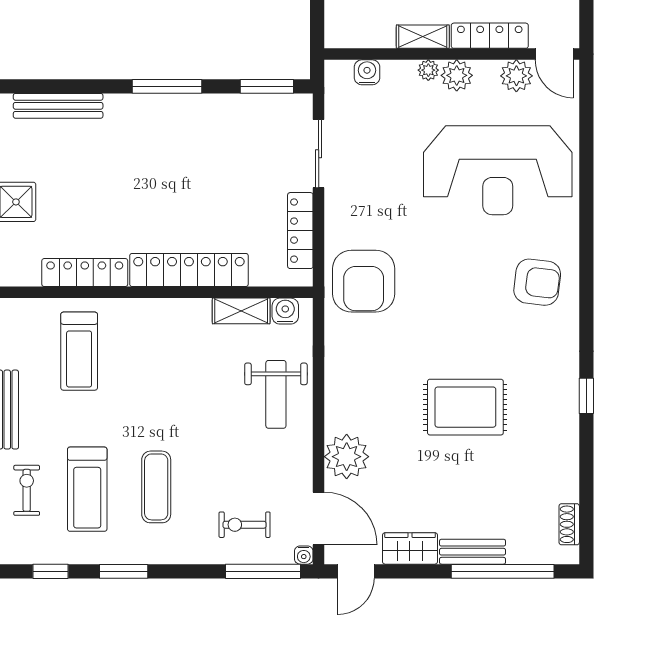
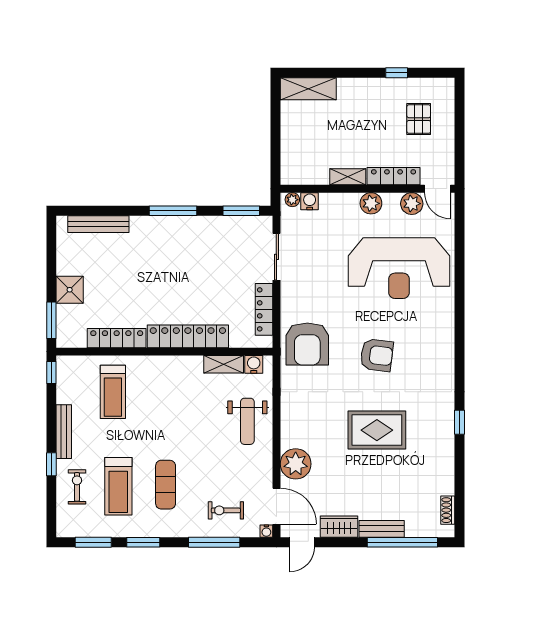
plant: (428, 70) -> (292, 200), moved
armchair: (537, 282) -> (377, 355), moved
window: (50, 571) -> (93, 542), width x1.50
window: (263, 571) -> (214, 542), moved

